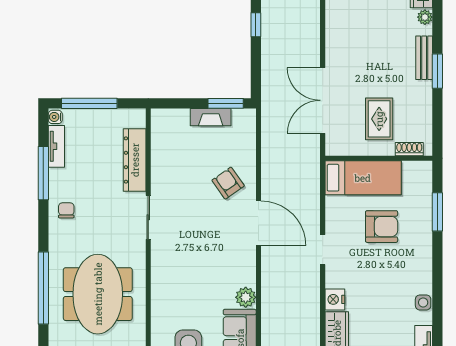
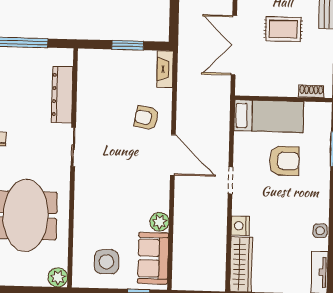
window: (226, 103) -> (128, 45), moved
fireplace: (211, 117) -> (165, 69), moved, turned 90
rug: (379, 119) -> (283, 29), moved, turned 90
armchair: (228, 183) -> (146, 118), turned -45

